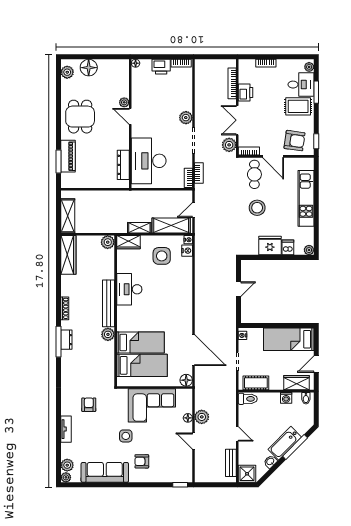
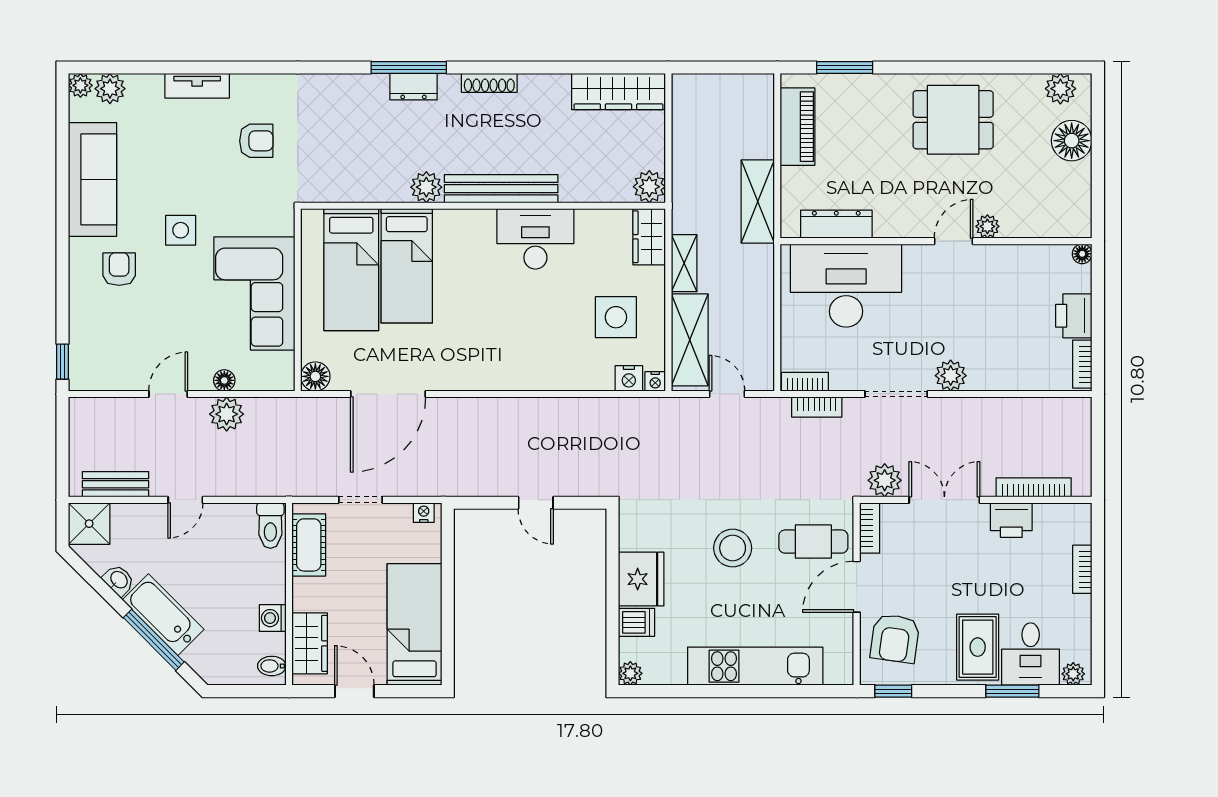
piano: (68, 156) -> (797, 127), moved, turned -90
shelving: (68, 216) -> (758, 201), moved, turned 90

